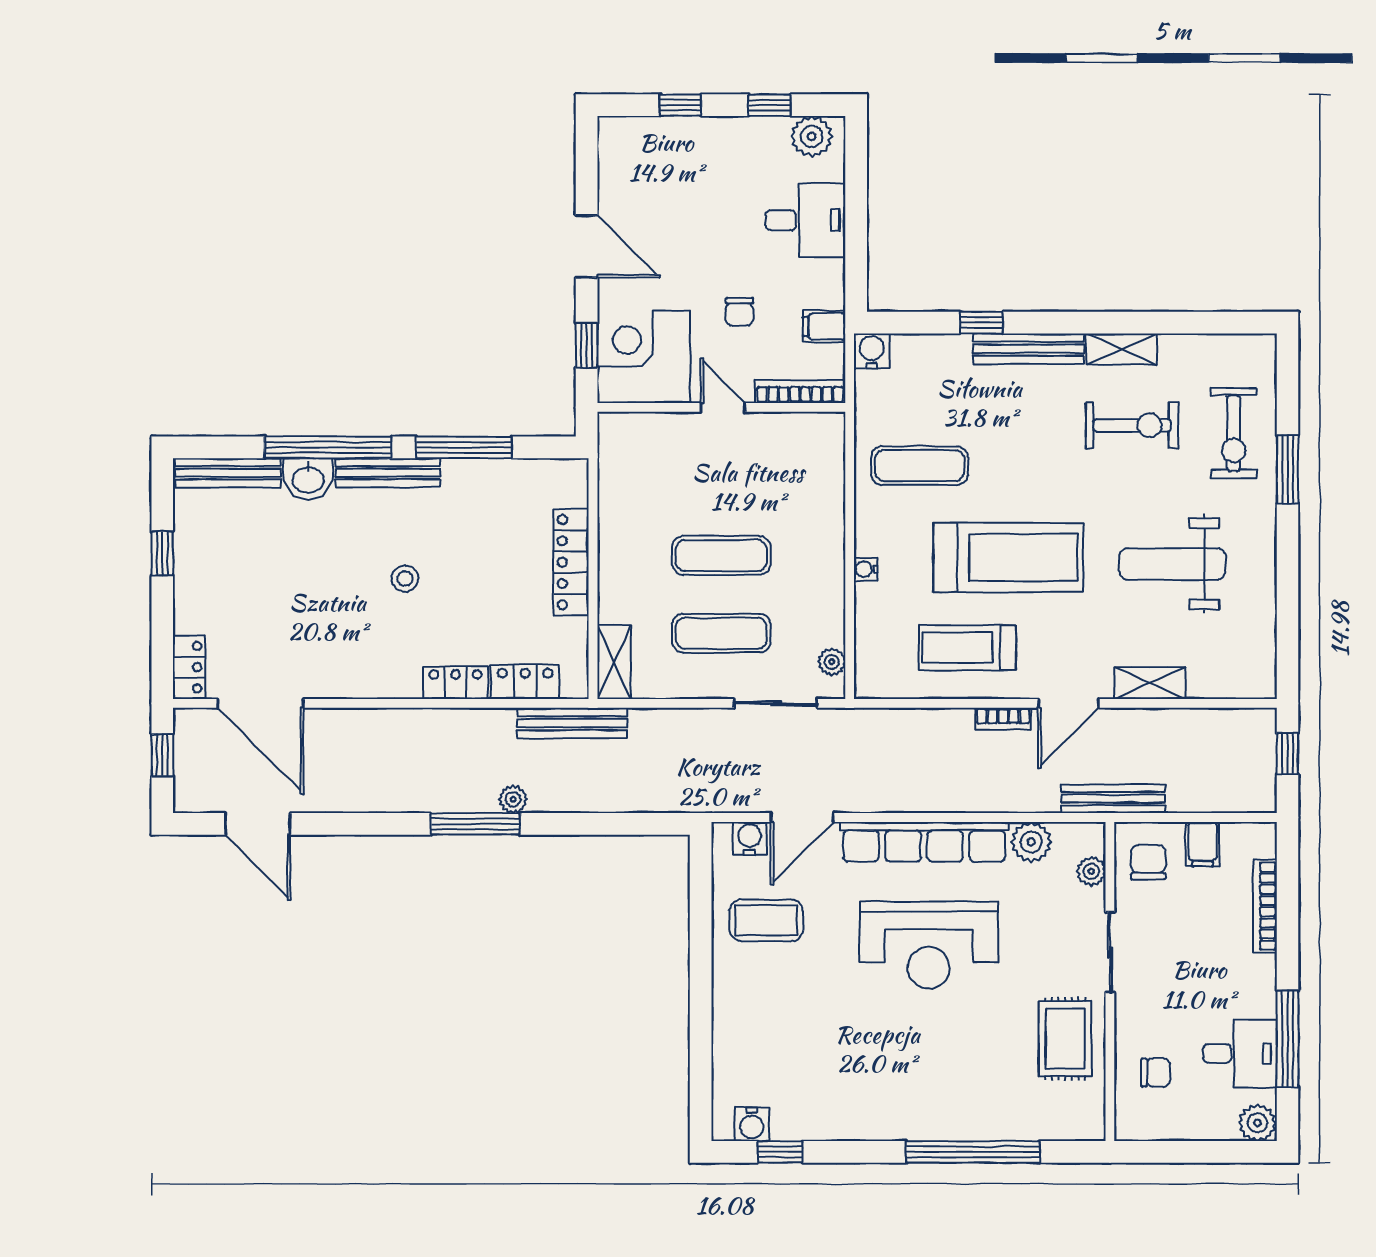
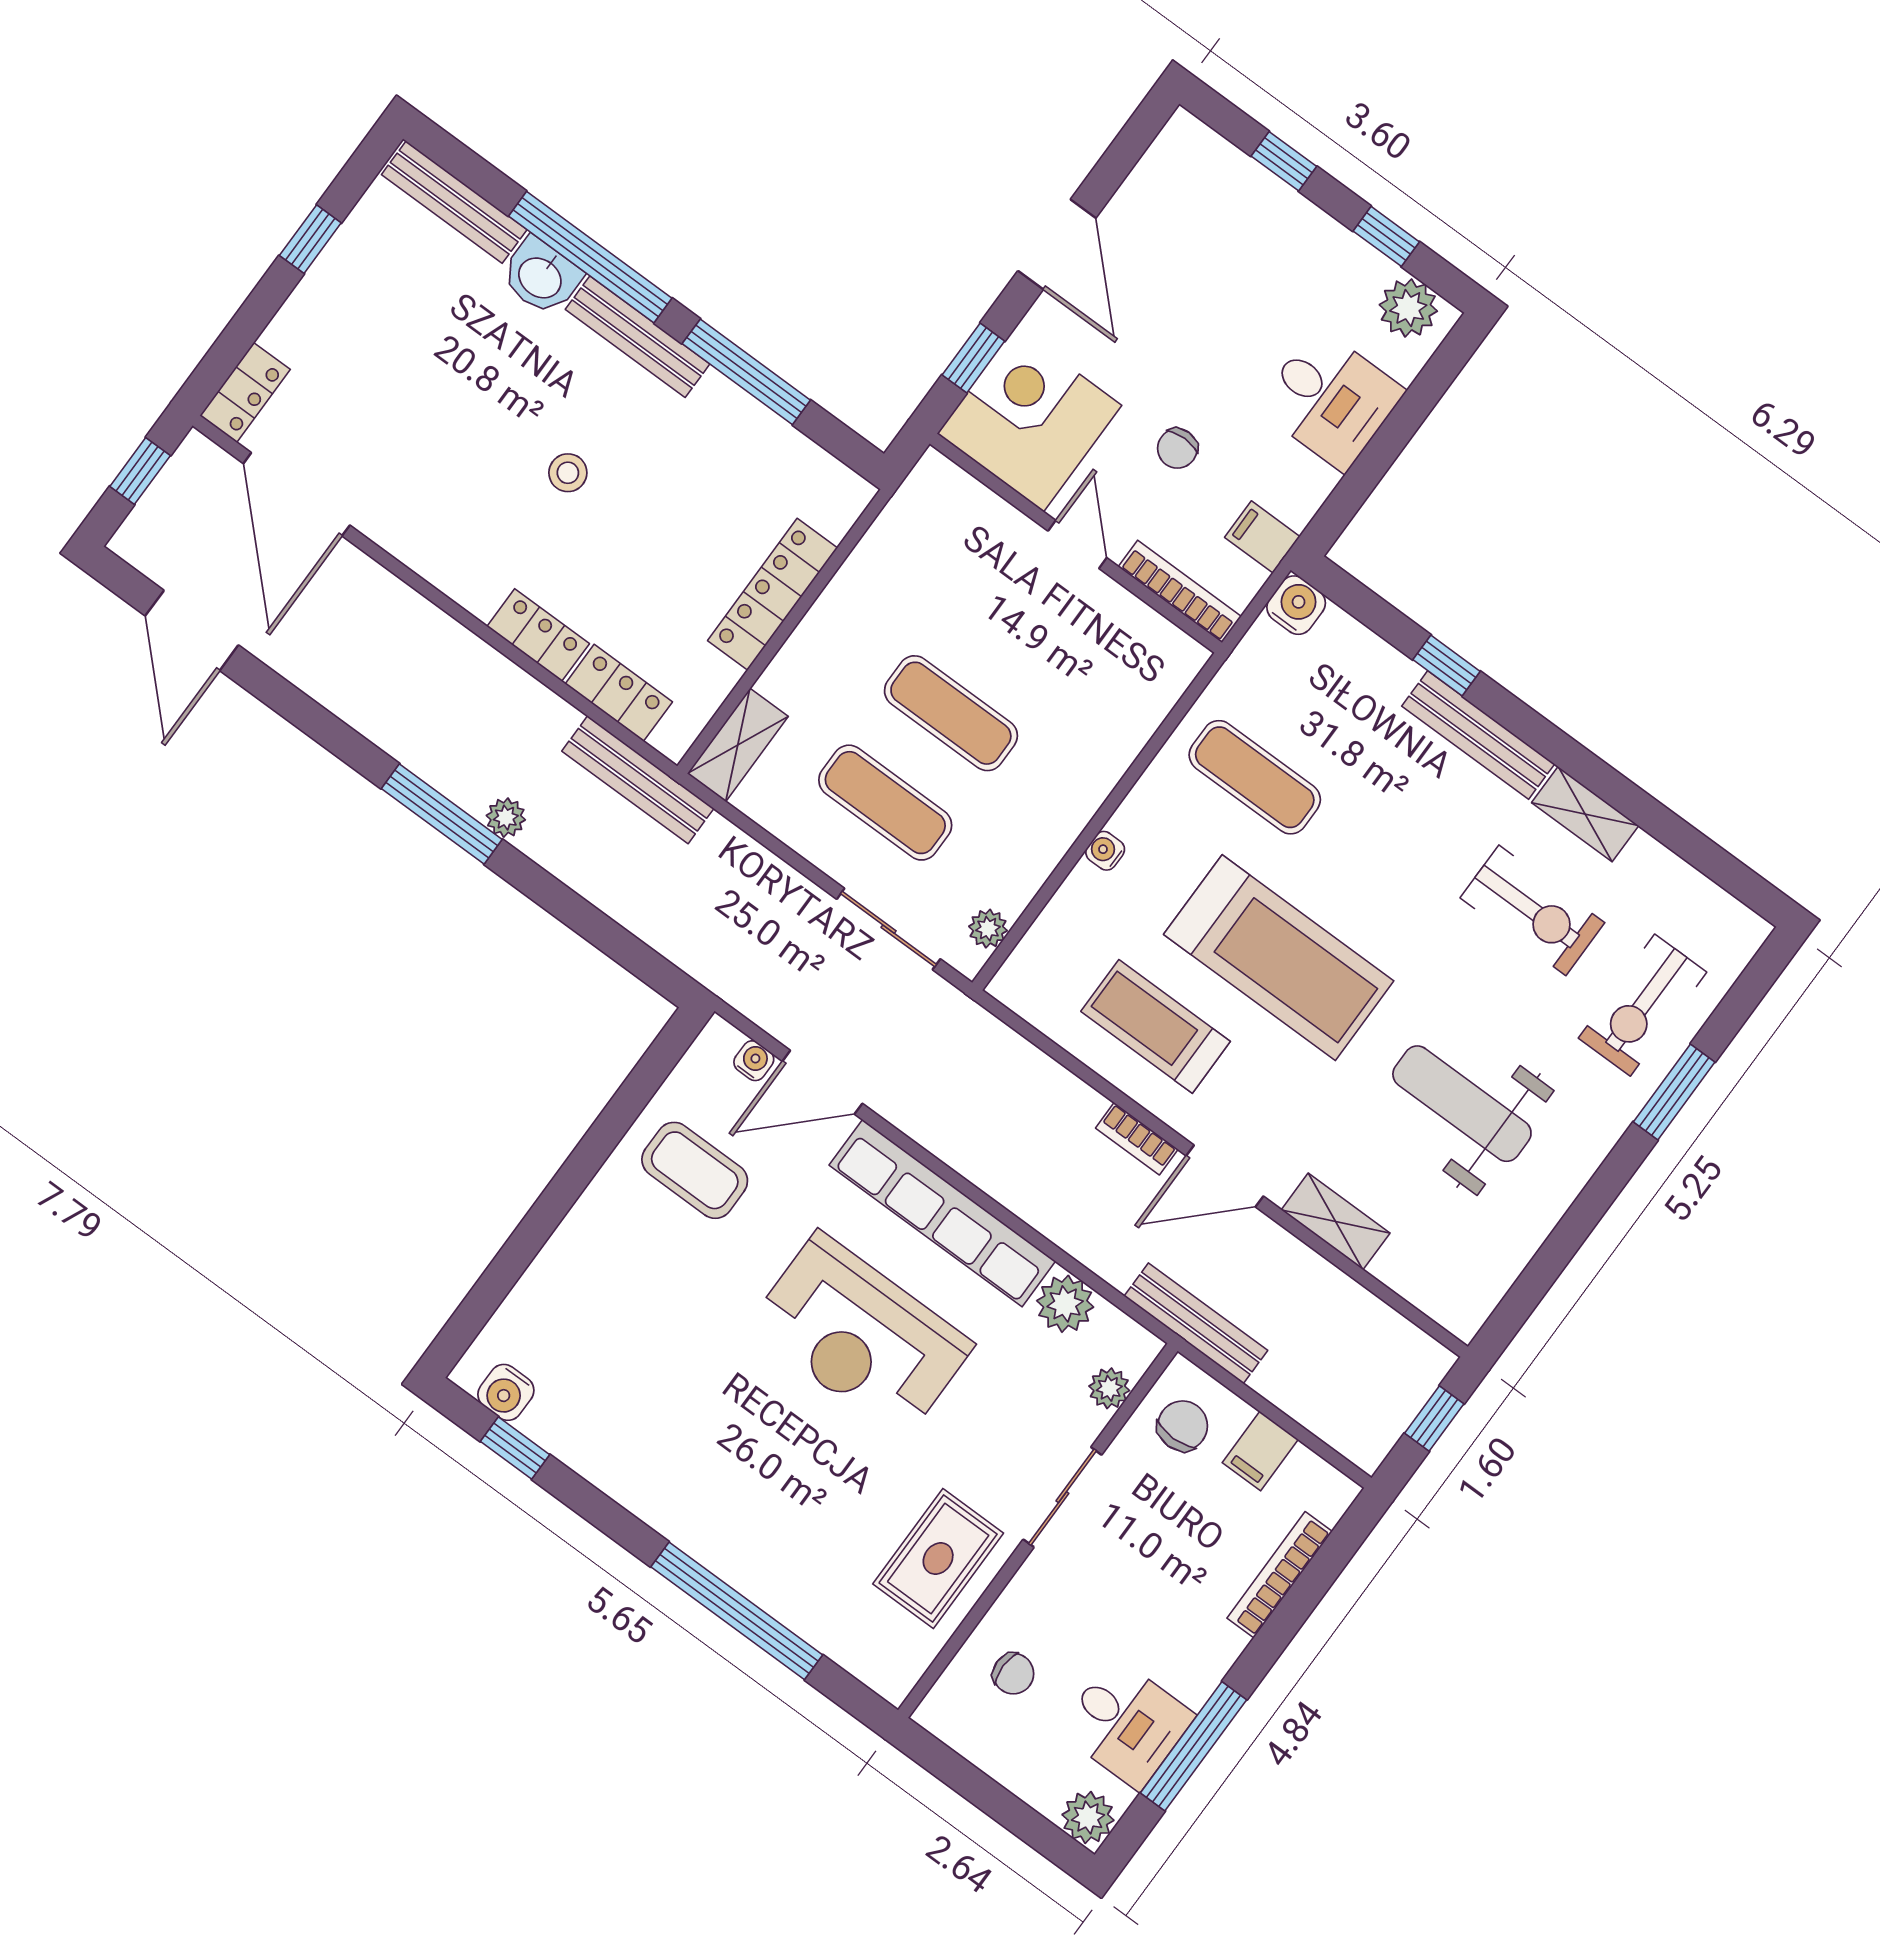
water cooler: (750, 838) -> (754, 1061), width x0.72, depth x0.72

